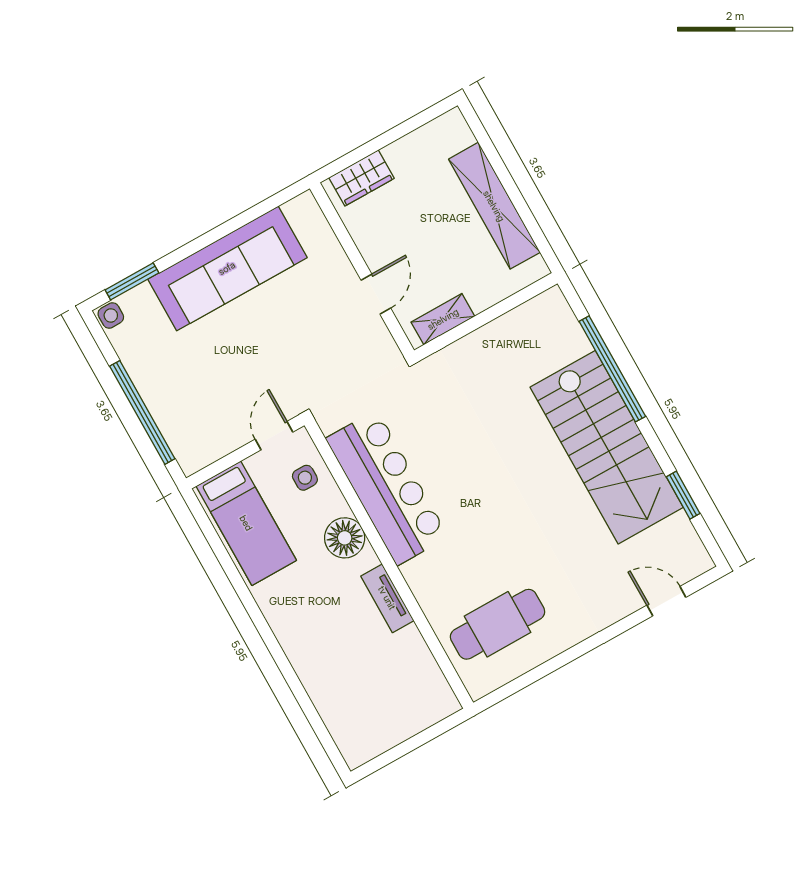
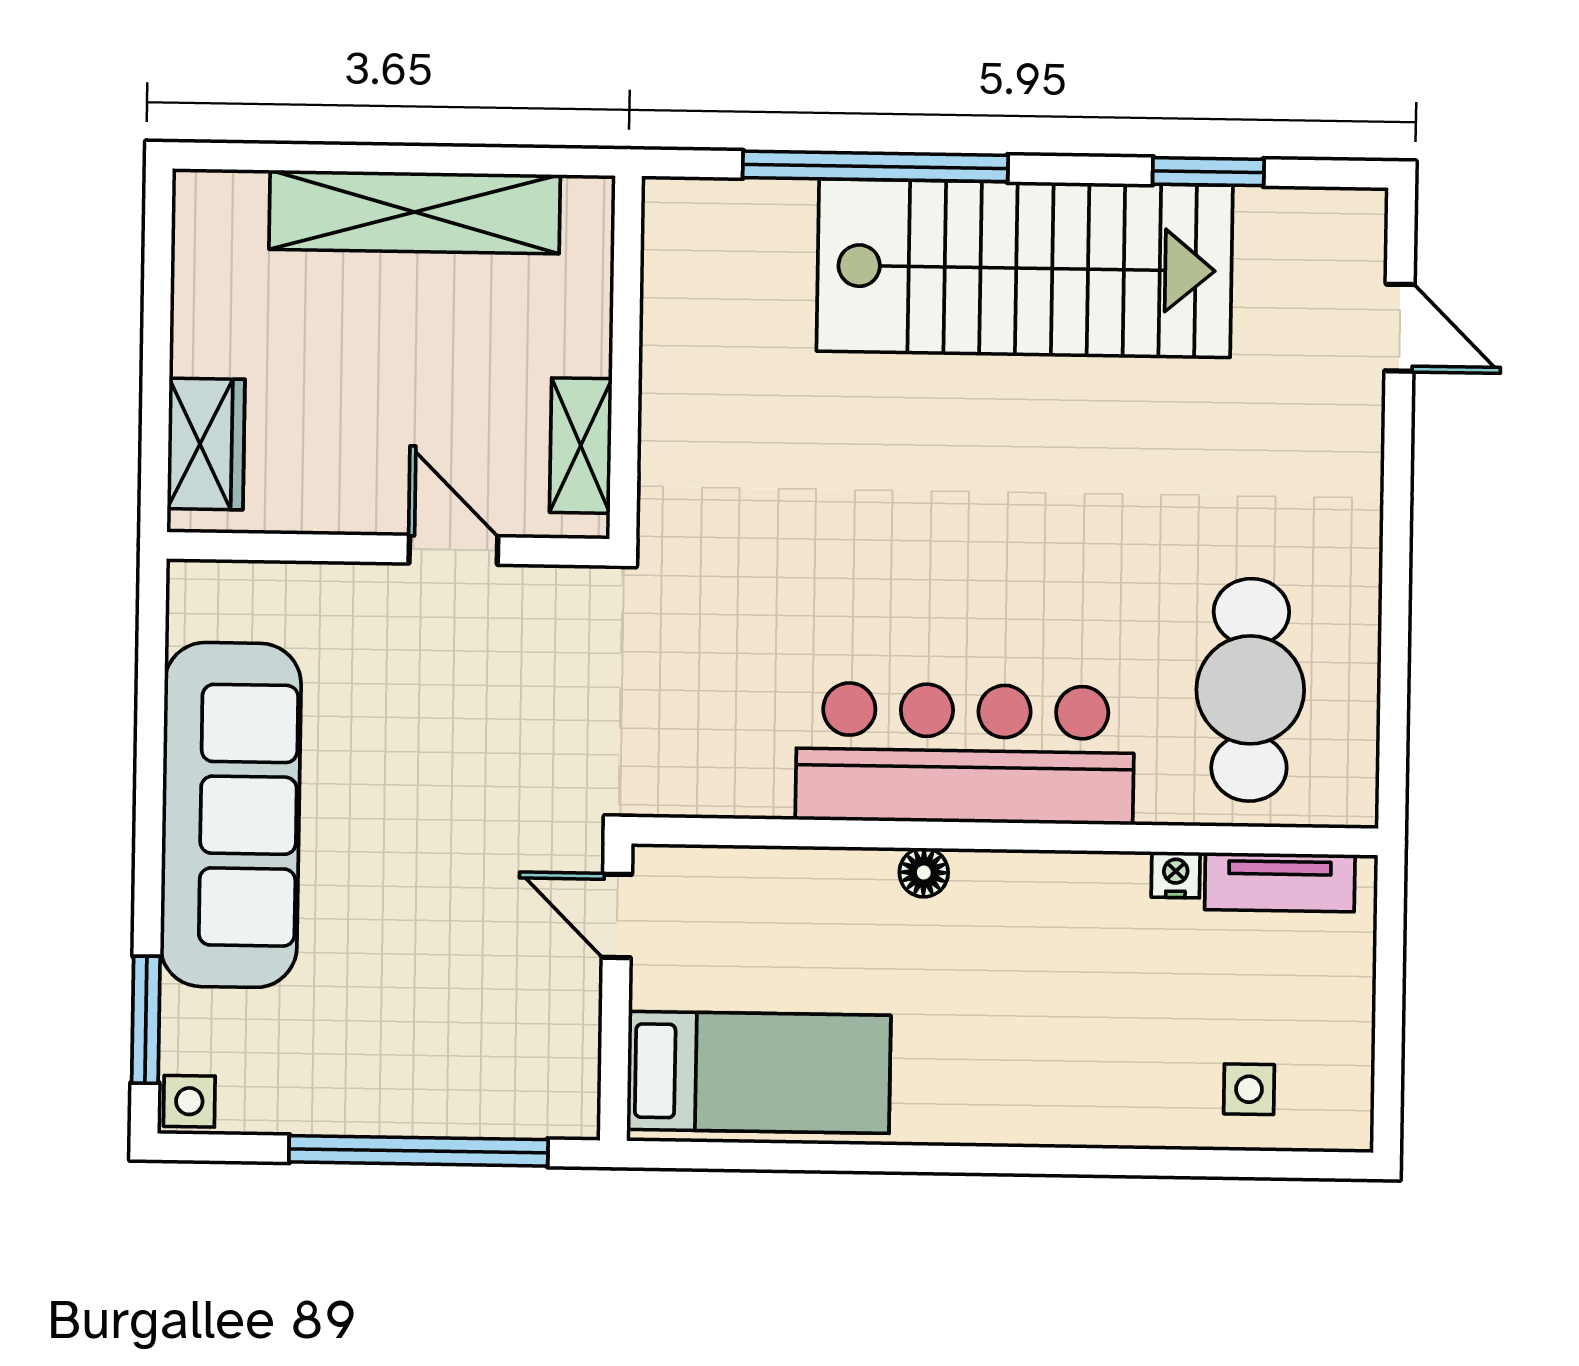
side table: (305, 478) -> (1249, 1089), moved
bar counter: (387, 488) -> (965, 753), moved
floor lamp: (345, 538) -> (924, 872), width x0.53, depth x0.53
tv unit: (387, 598) -> (1280, 882), moved
door: (666, 601) -> (1400, 328), swing flipped
nightstand: (412, 637) -> (1176, 875), added

